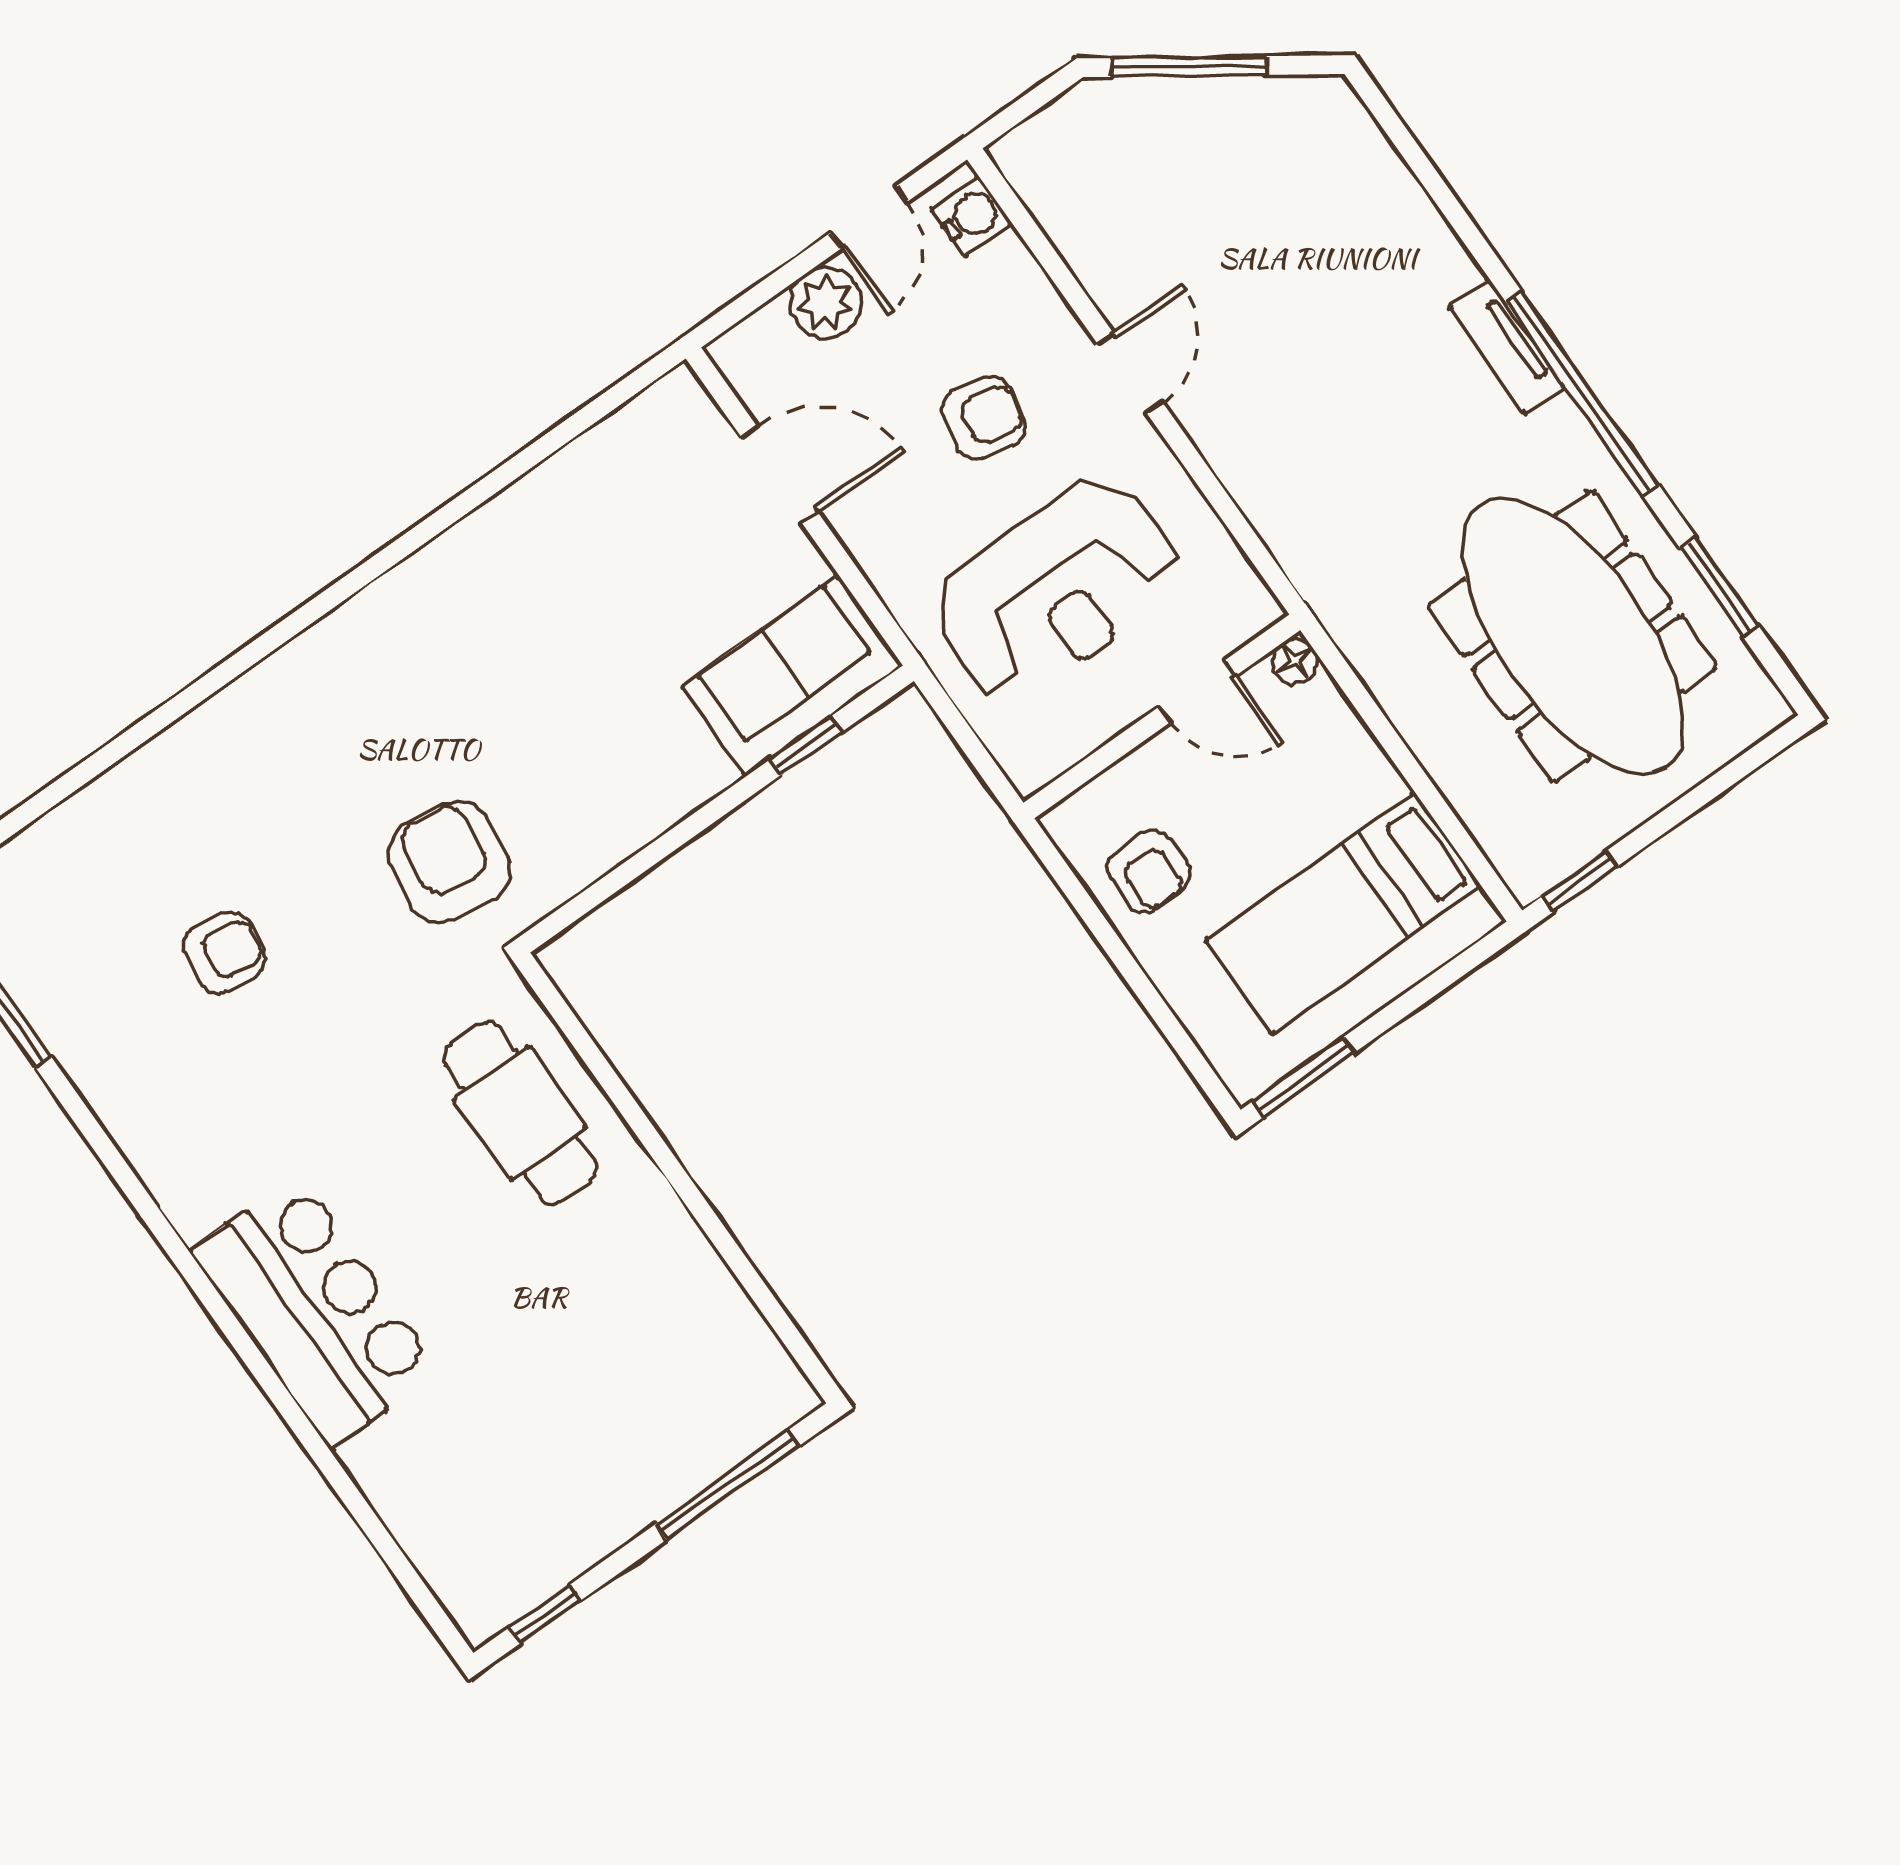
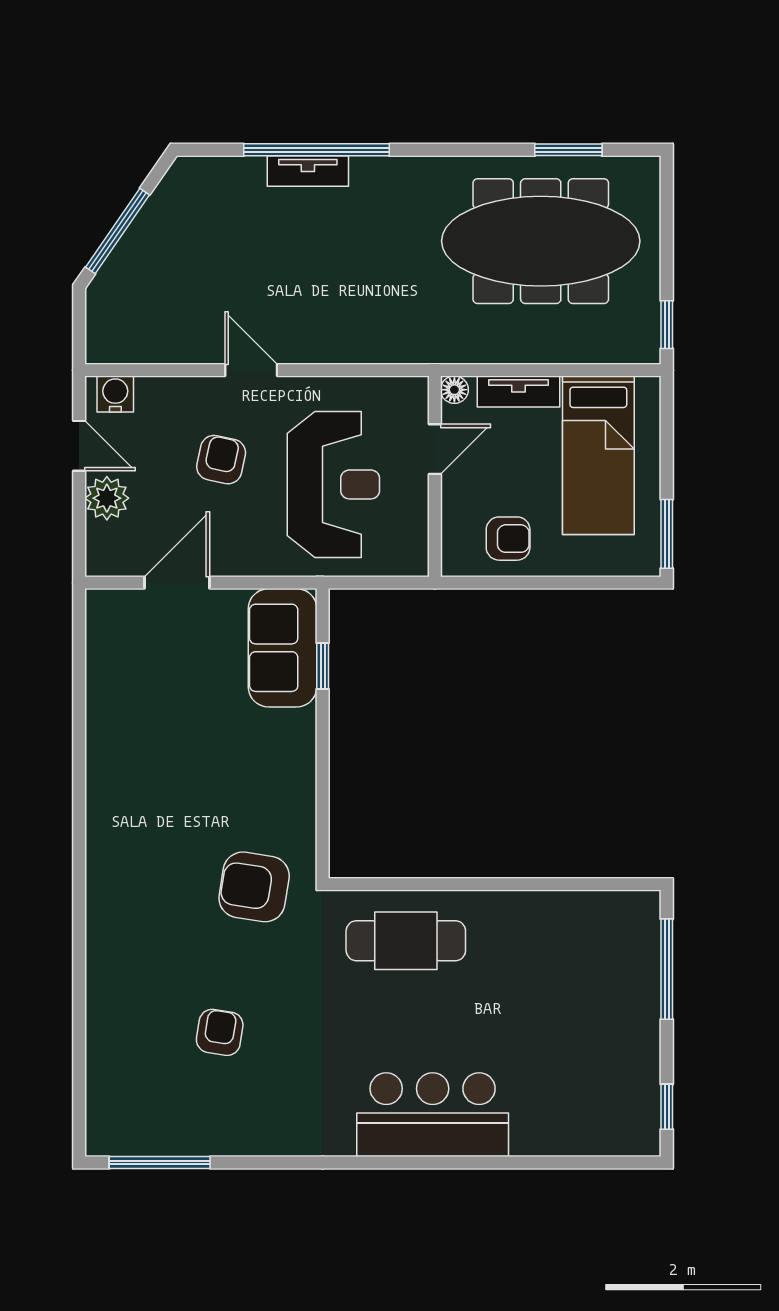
tv unit: (1507, 346) -> (308, 171), moved
window: (1582, 394) -> (316, 150), moved
tv unit: (1353, 748) -> (519, 392), added

